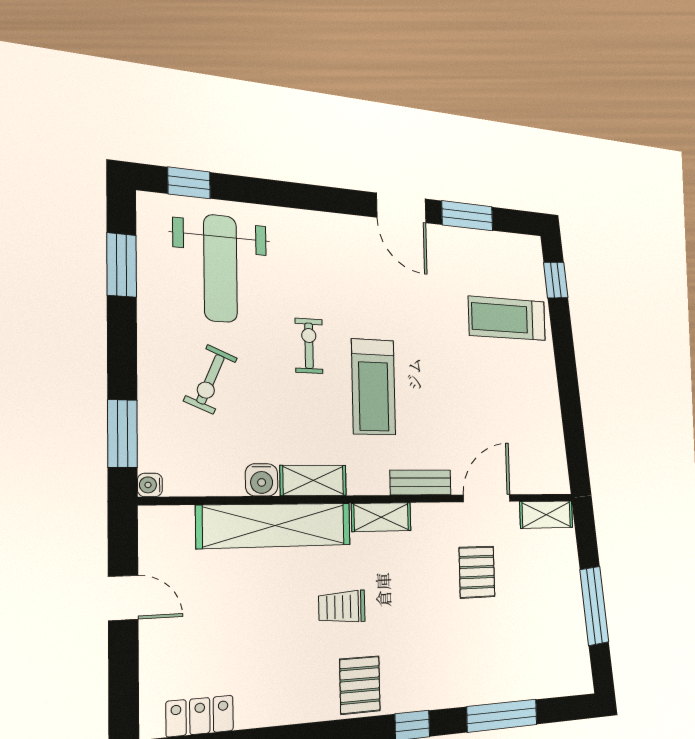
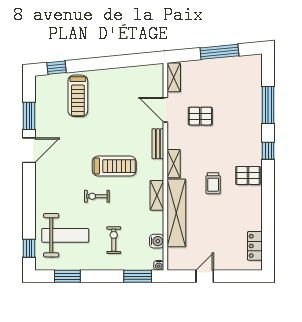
exercise bike: (210, 379) -> (114, 240), turned -113
water cooler: (262, 480) -> (157, 241), moved

